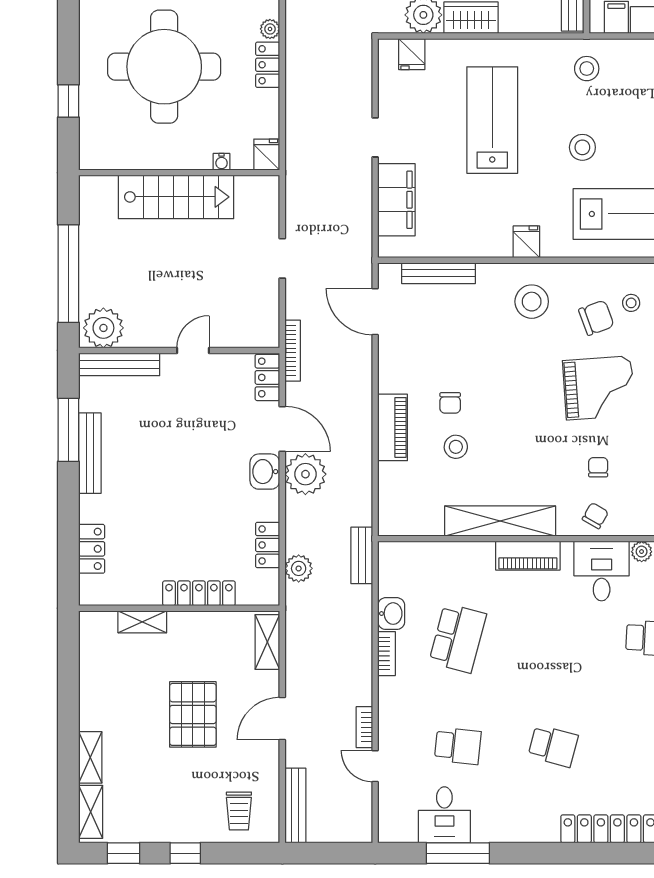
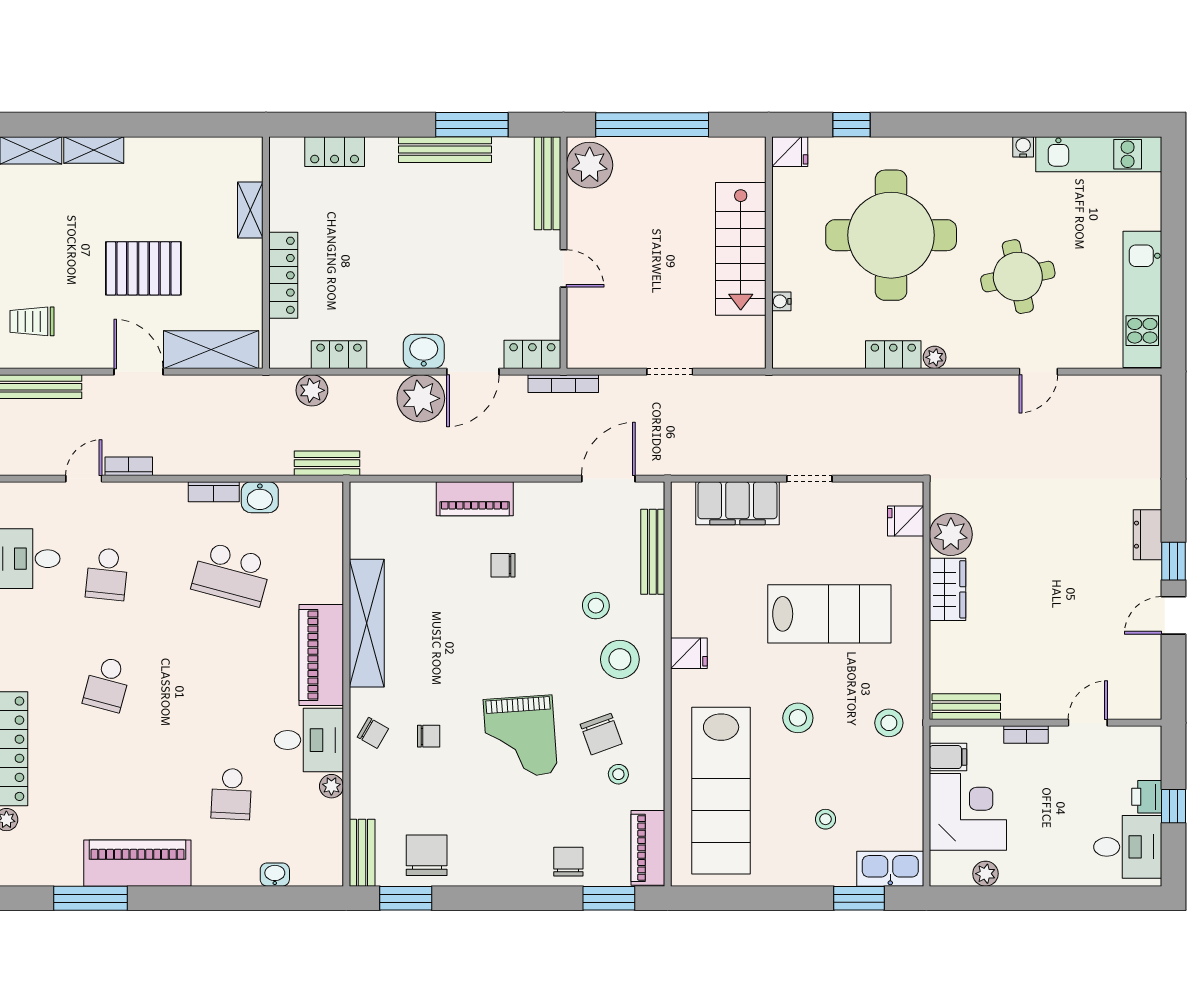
fridge: (267, 155) -> (790, 152), moved
stool: (456, 447) -> (596, 606), moved
piano: (528, 556) -> (321, 655), width x1.37, depth x1.33
shelving: (267, 642) -> (211, 350), width x1.50, depth x1.33

